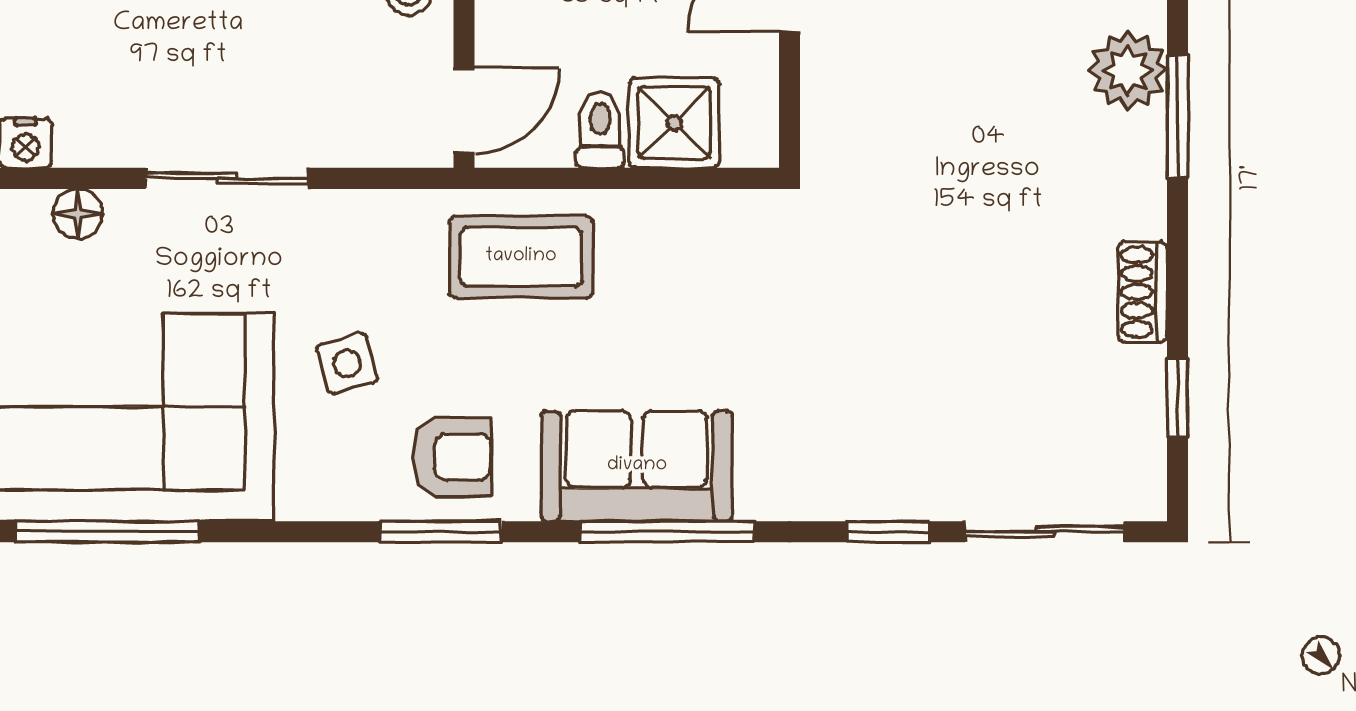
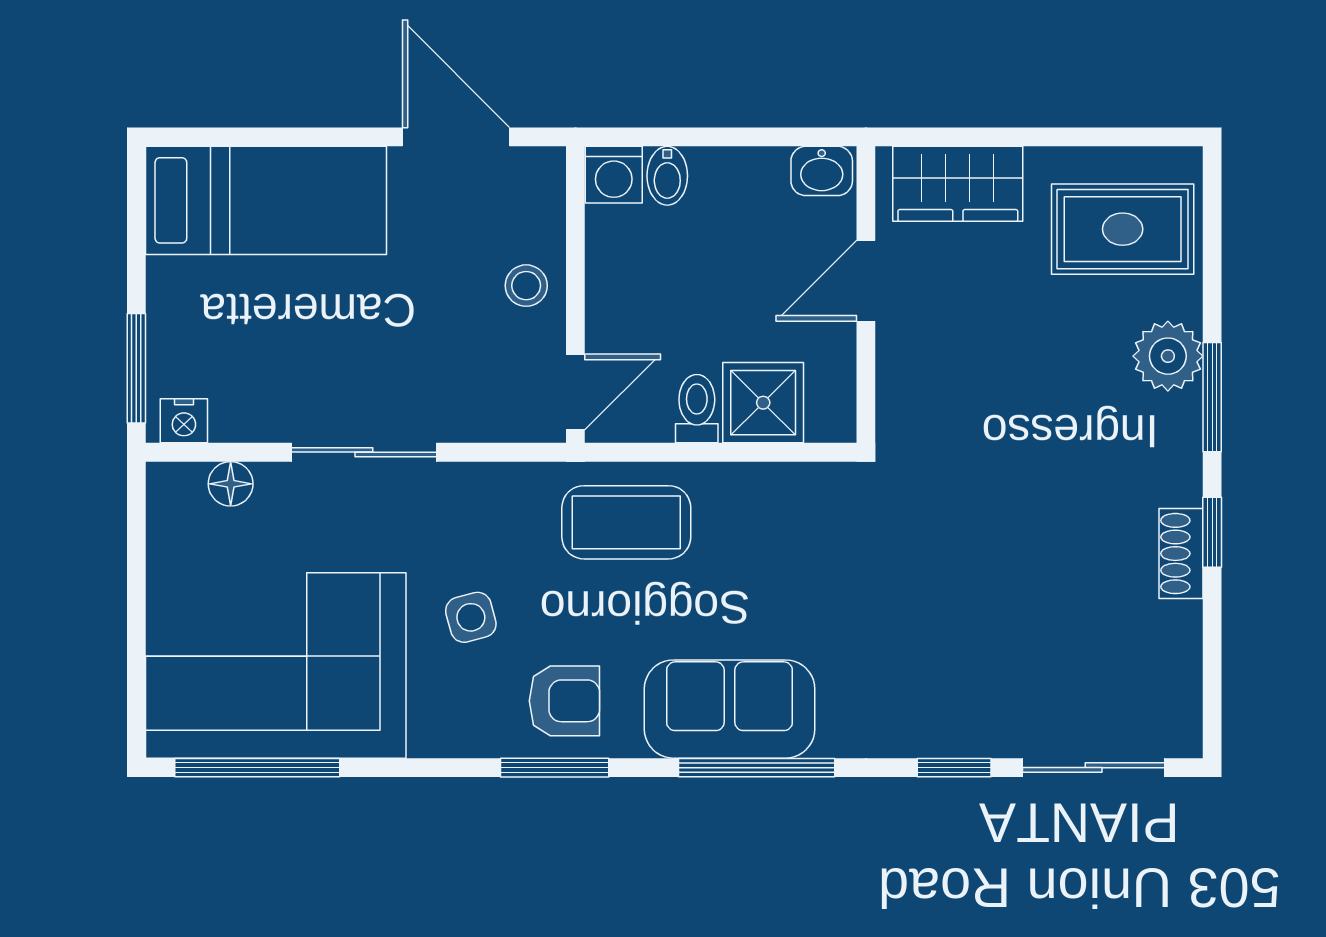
window: (1177, 397) -> (1212, 532), moved

